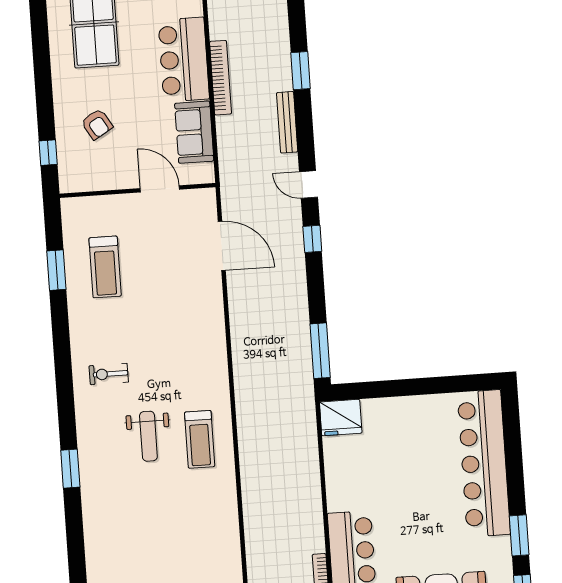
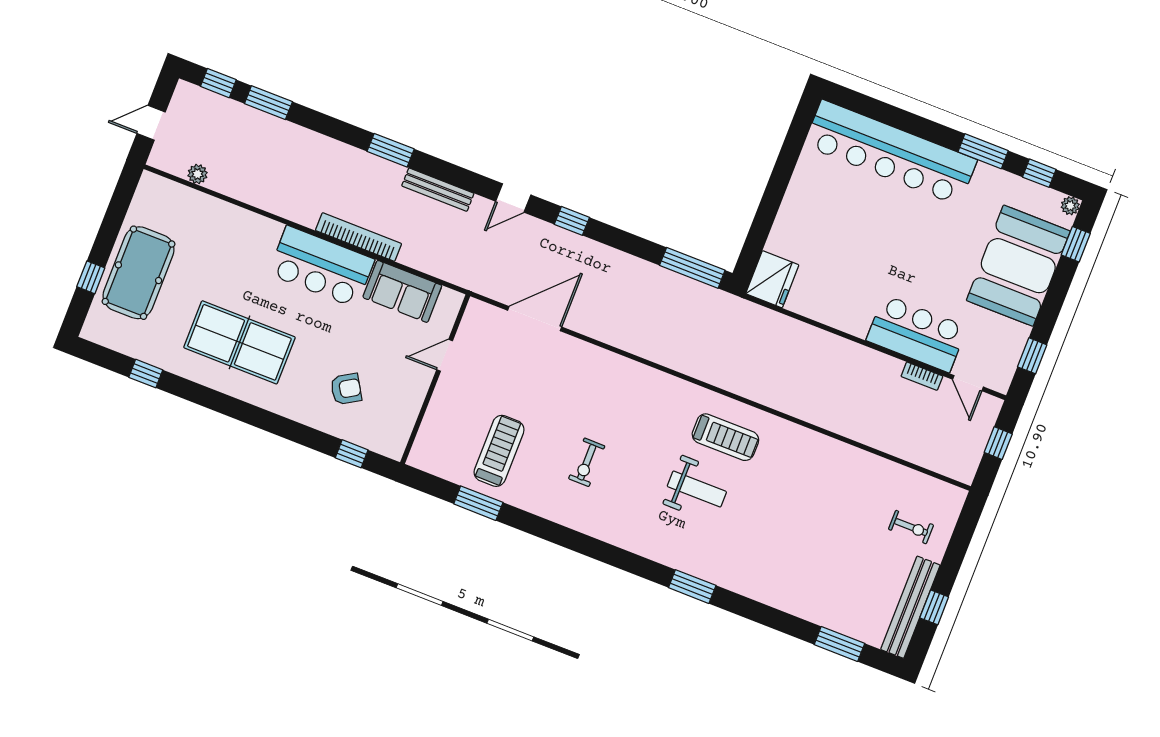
door: (160, 189) -> (445, 355), width x0.73
treadmill: (105, 267) -> (499, 451), turned -90
exercise bike: (109, 374) -> (587, 462), moved

